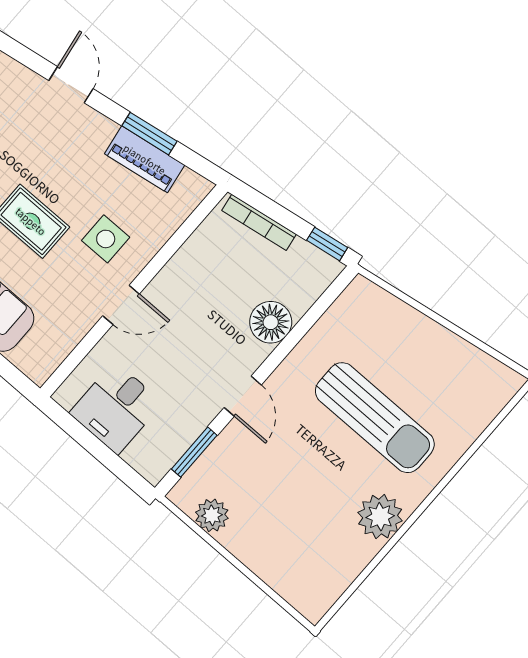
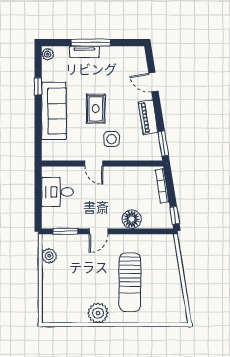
door: (71, 85) -> (153, 82), swing flipped
window: (149, 134) -> (163, 143), moved
piano: (145, 159) -> (148, 117), moved

